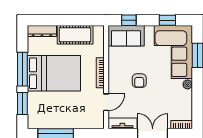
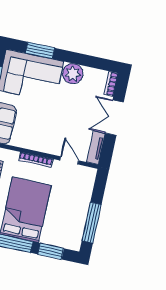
armchair: (139, 81) -> (54, 119), removed
plant: (188, 84) -> (73, 74), width x1.88, depth x1.88

